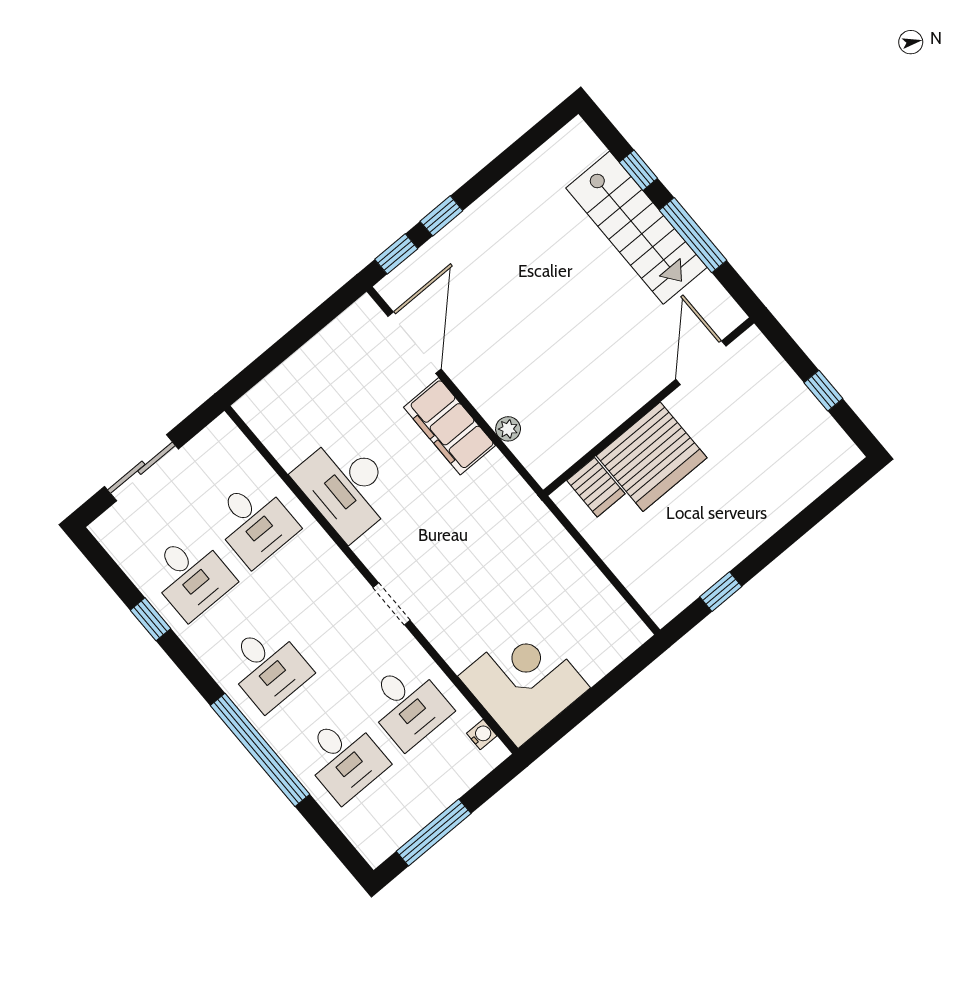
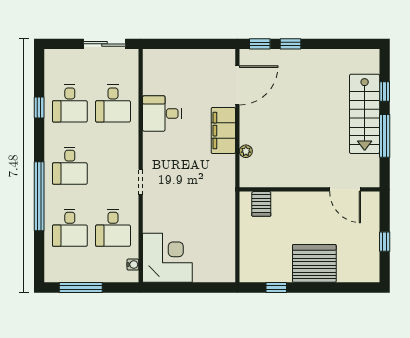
door: (701, 363) -> (345, 189), swing flipped
server rack: (652, 457) -> (314, 263), moved, turned 180
sliding door: (141, 468) -> (105, 44), moved
desk: (346, 487) -> (162, 113), width x0.73

